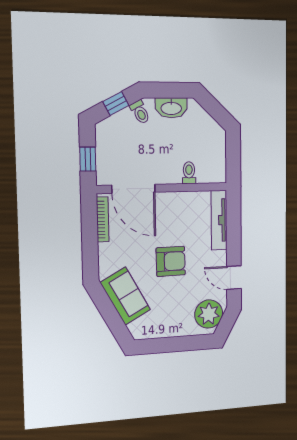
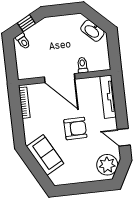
washbasin: (171, 108) -> (92, 31), moved, turned 44
toilet: (140, 112) -> (23, 41), moved
window: (88, 159) -> (11, 63), removed
door: (133, 189) -> (60, 78), moved

